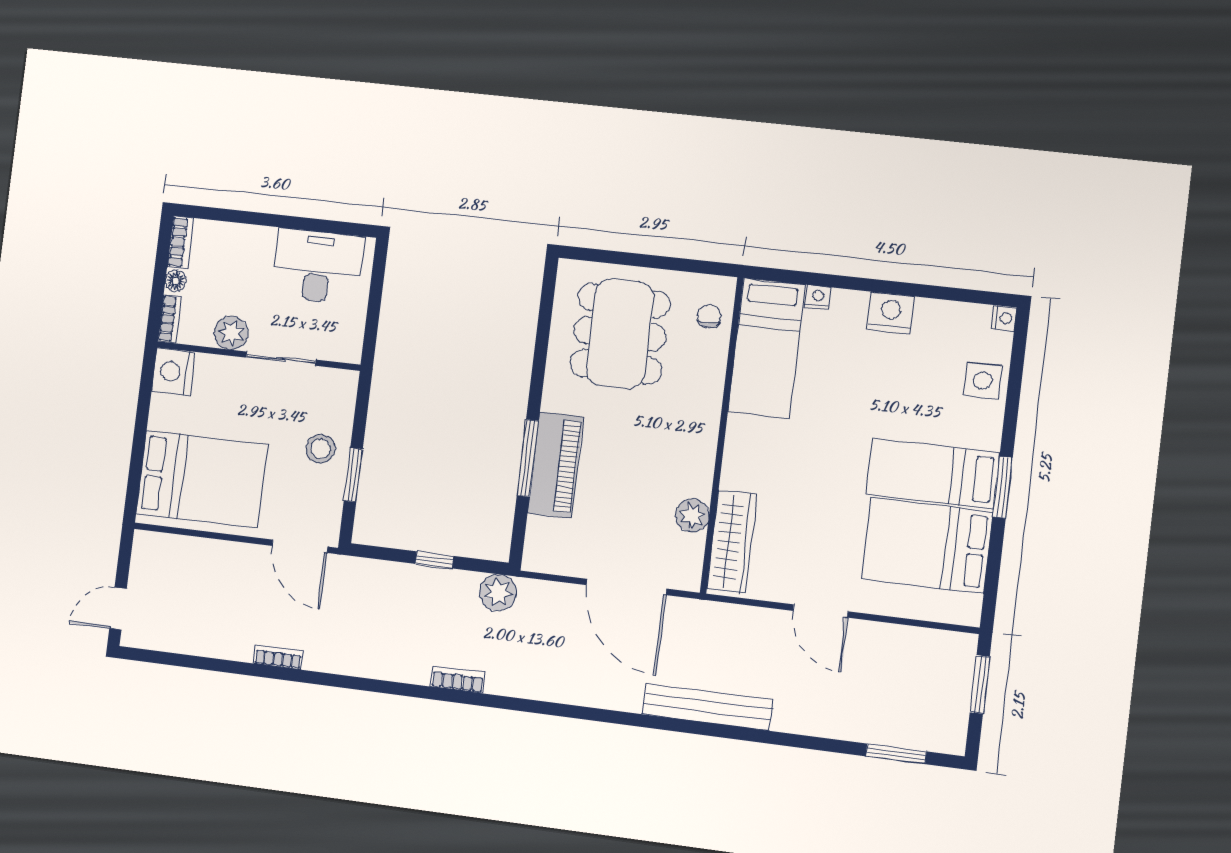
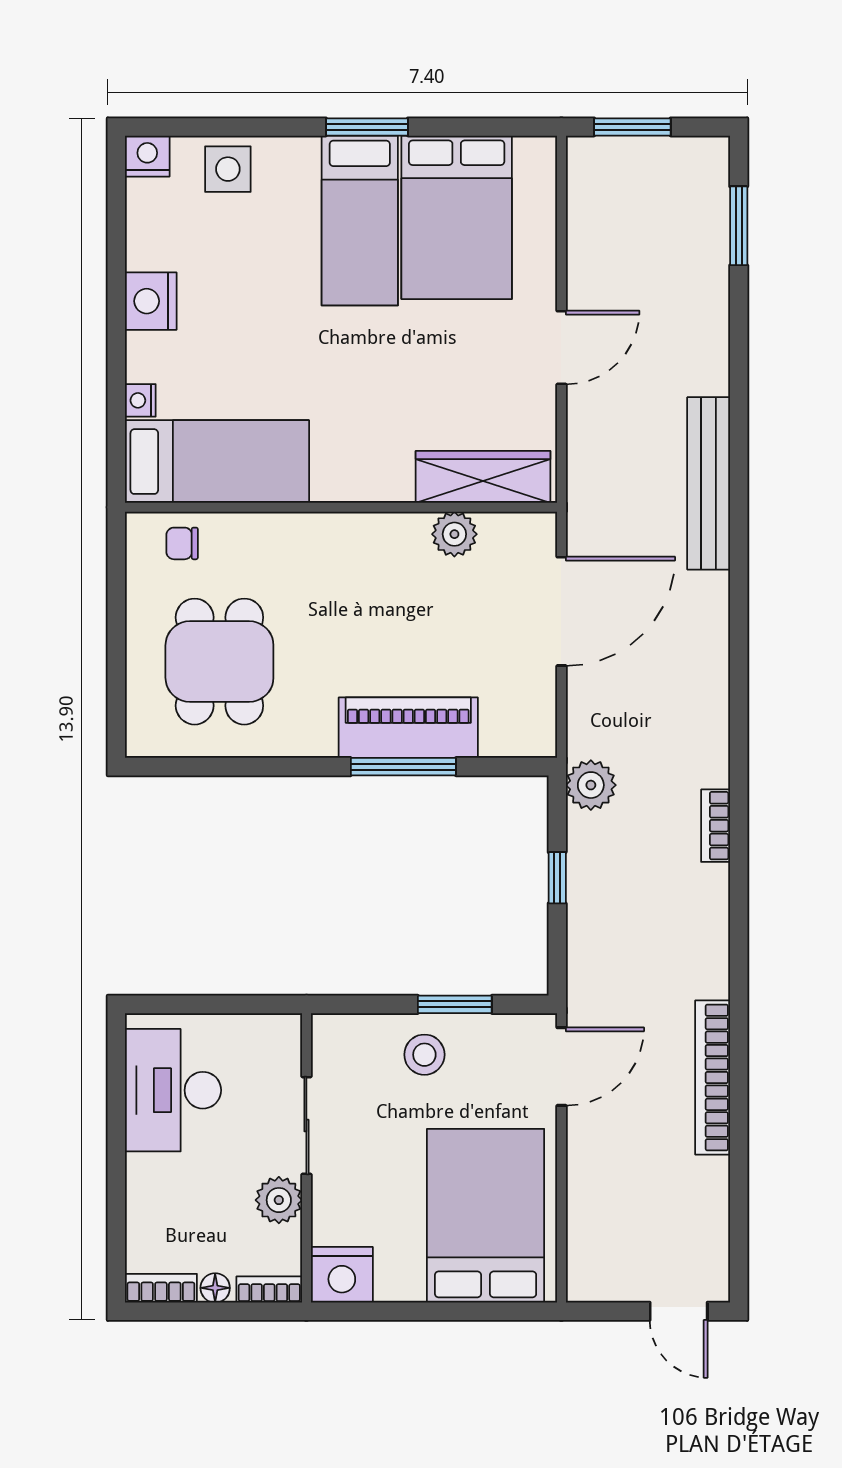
nightstand: (1004, 318) -> (147, 156), width x1.39, depth x1.35
dining table: (620, 334) -> (219, 662), width x0.73
bookcase: (278, 657) -> (713, 1077), width x2.31, depth x1.31

